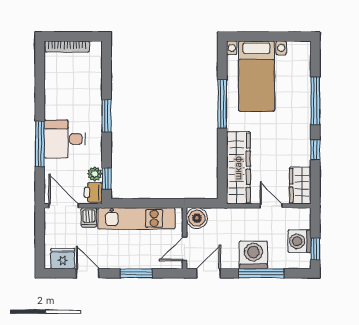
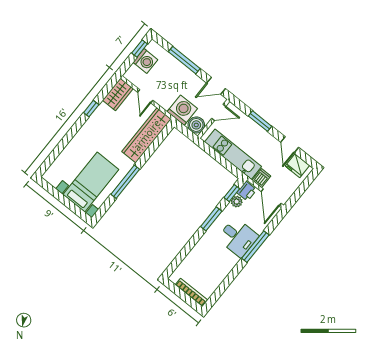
window: (315, 101) -> (67, 138), removed
window: (106, 116) -> (211, 219), moved
washing machine: (253, 255) -> (182, 110), moved, turned 180

